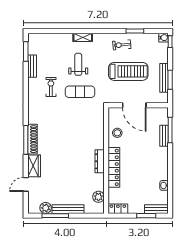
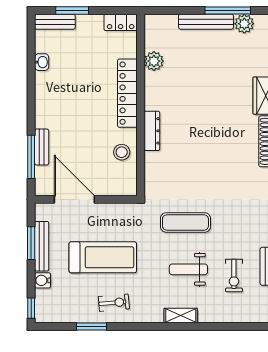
water cooler: (163, 38) -> (43, 280), moved
weight bench: (78, 64) -> (188, 269), turned 90
treadmill: (128, 71) -> (103, 257), turned 180
exercise bike: (51, 87) -> (234, 275), moved
door: (134, 105) -> (74, 199), moved
dresser: (100, 161) -> (152, 131), moved
plant: (98, 197) -> (154, 61), moved

